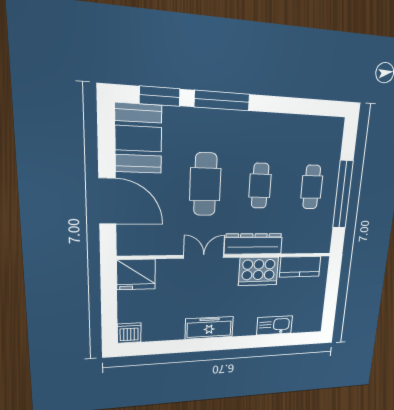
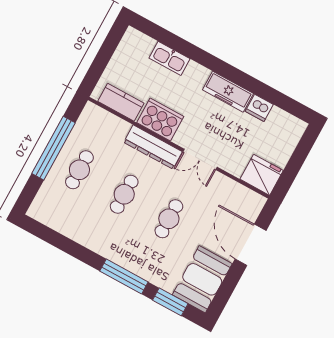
cafe table: (205, 184) -> (169, 219), width x0.73, depth x0.74
dishwasher: (129, 333) -> (259, 108), moved

